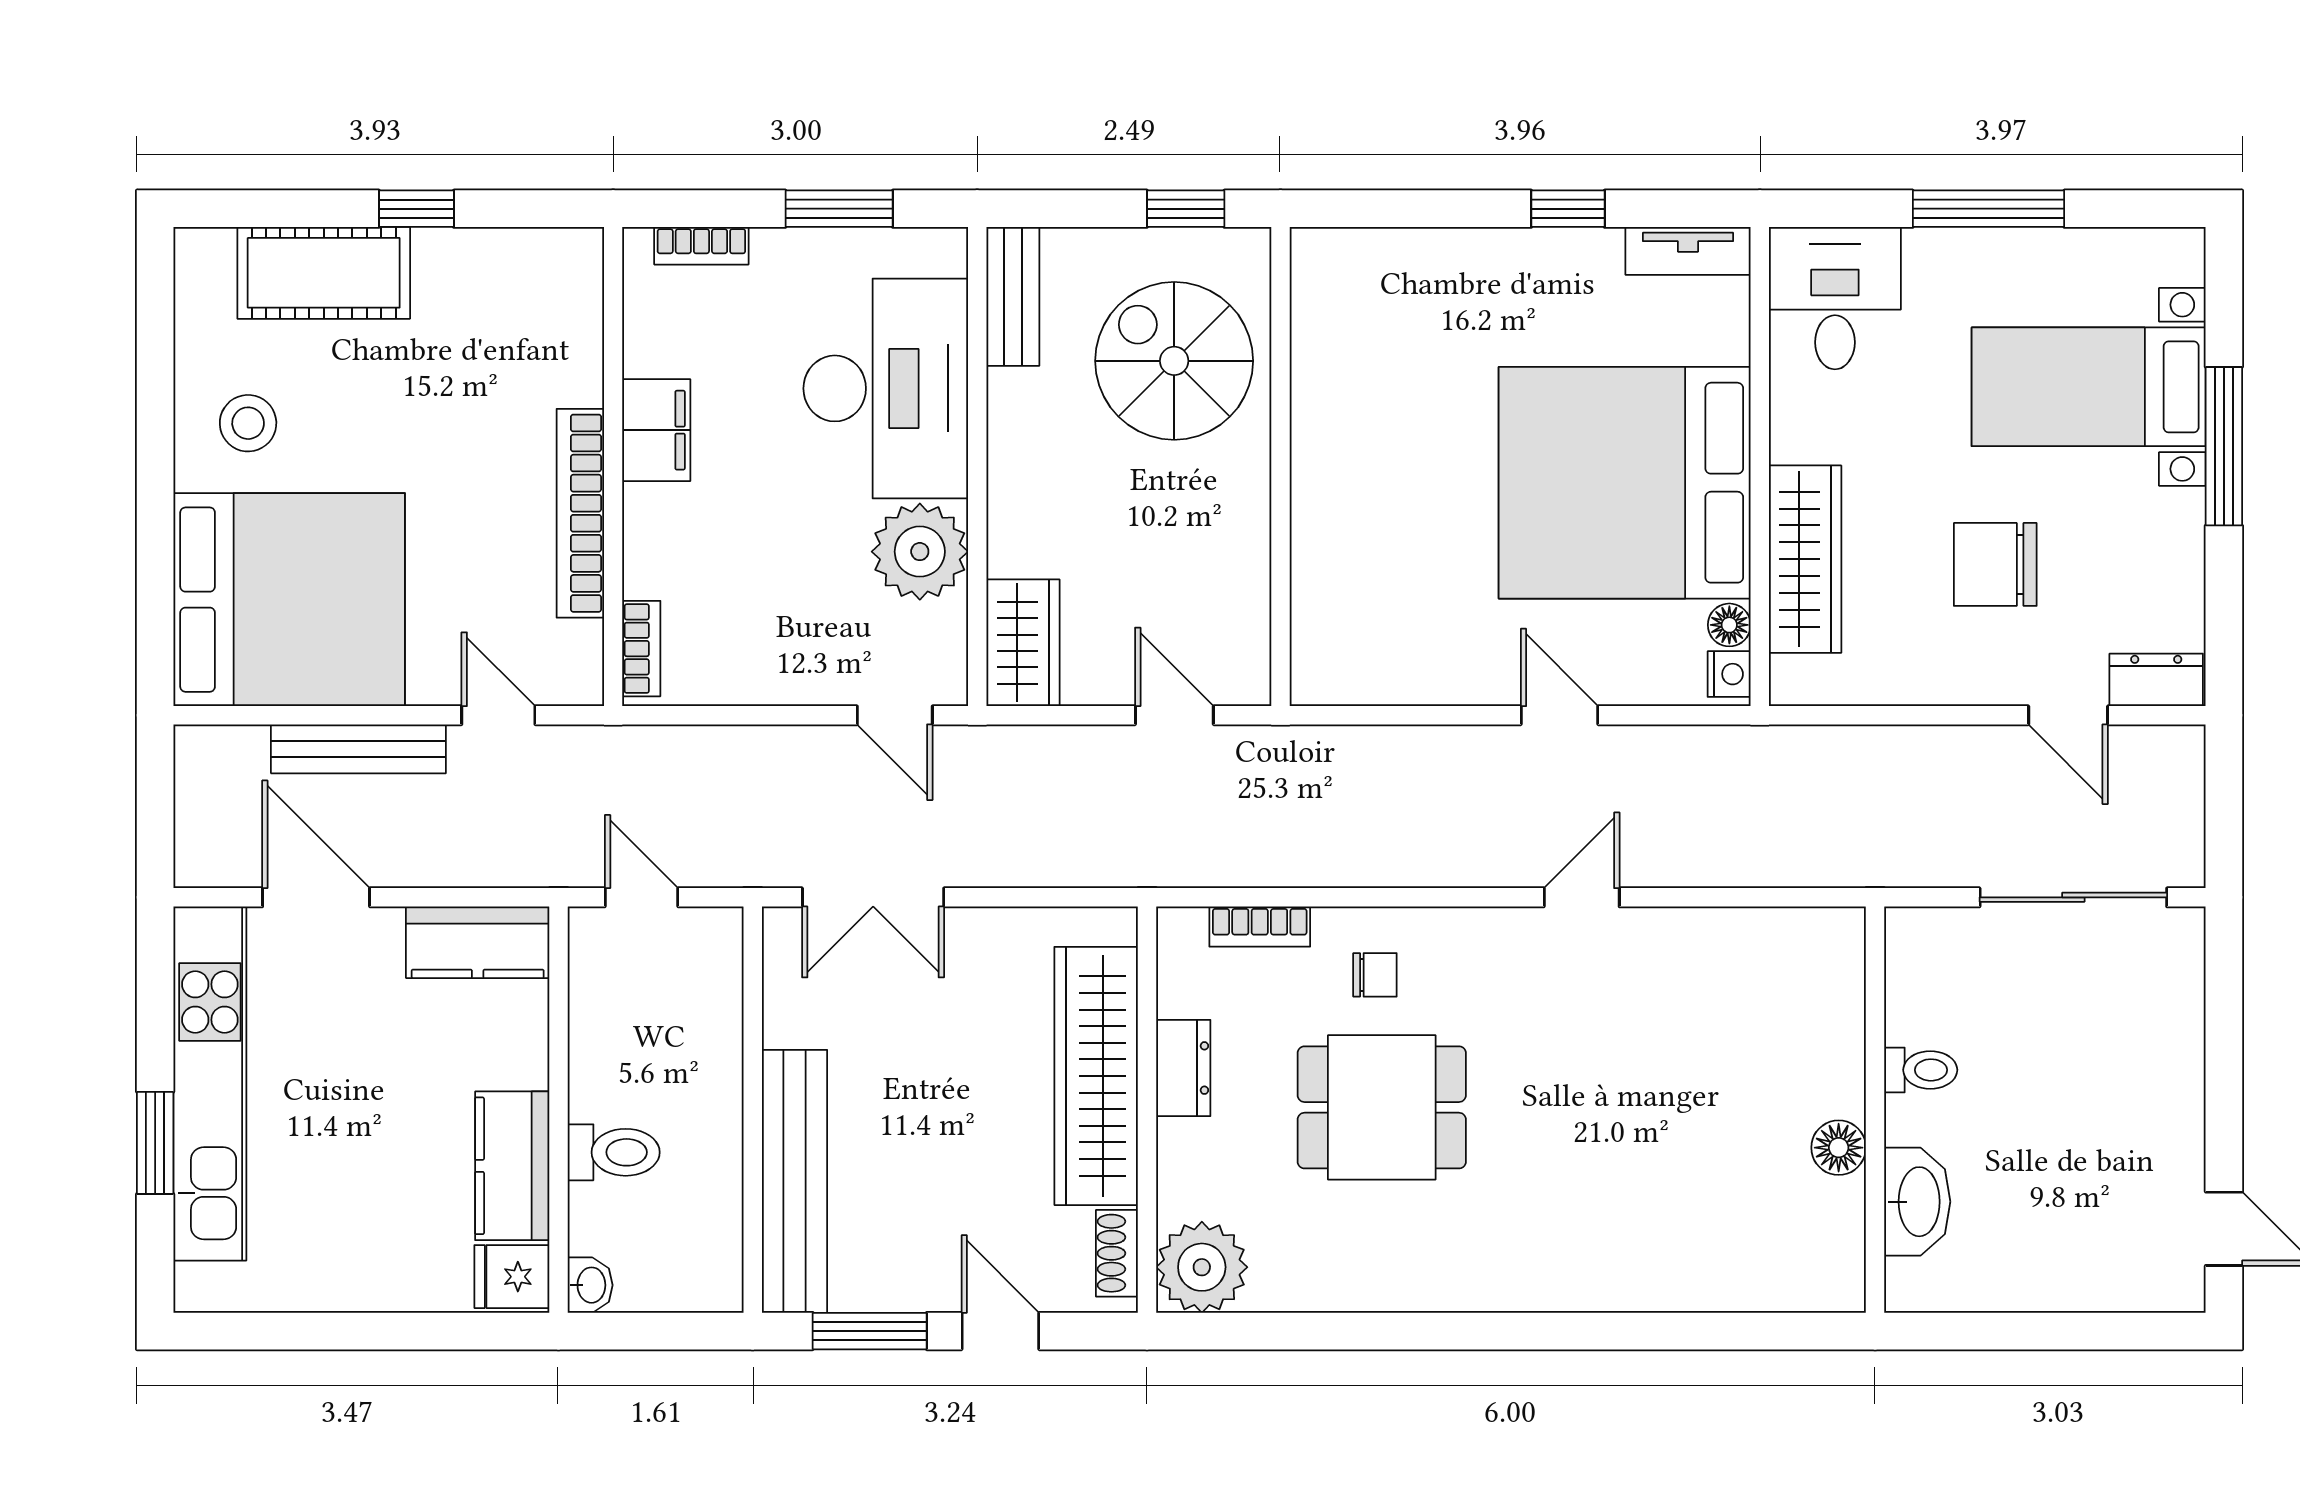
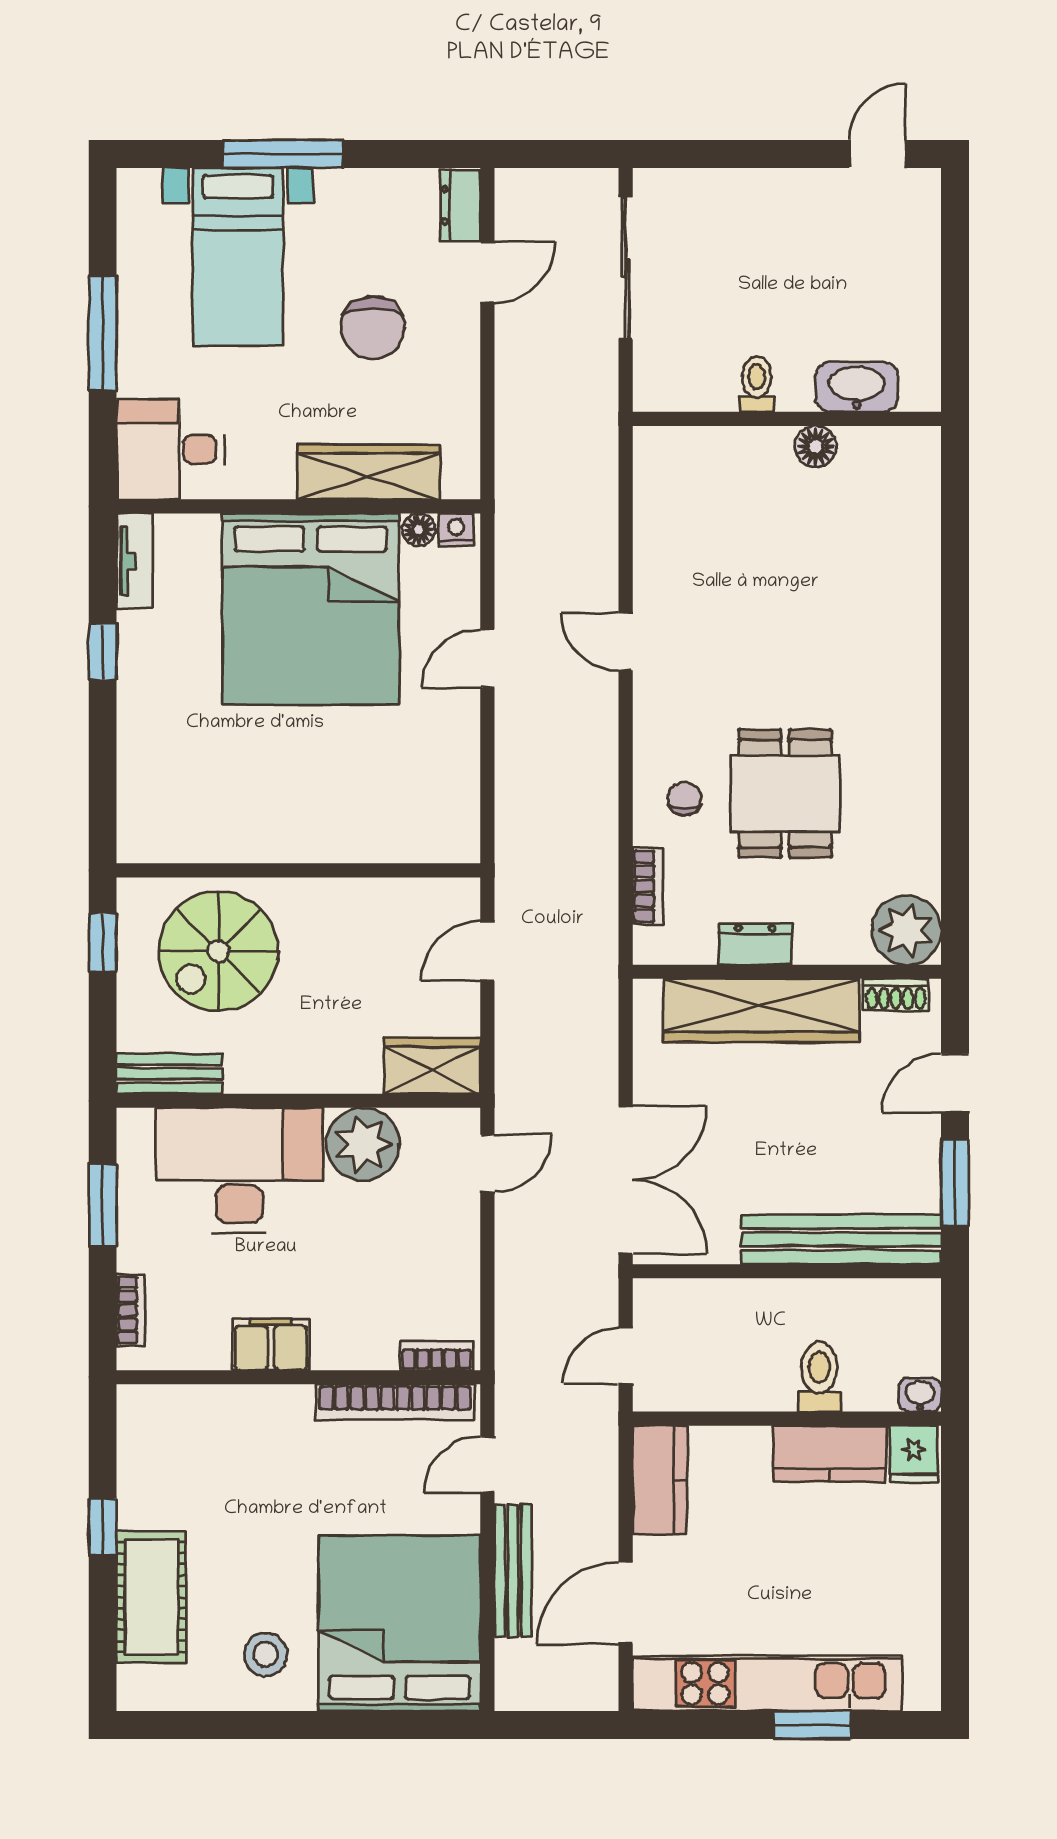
bookcase: (580, 513) -> (395, 1402), moved
double door: (873, 897) -> (626, 1180), width x1.37

